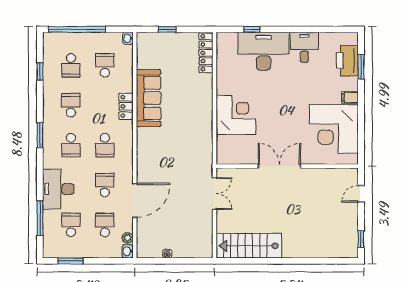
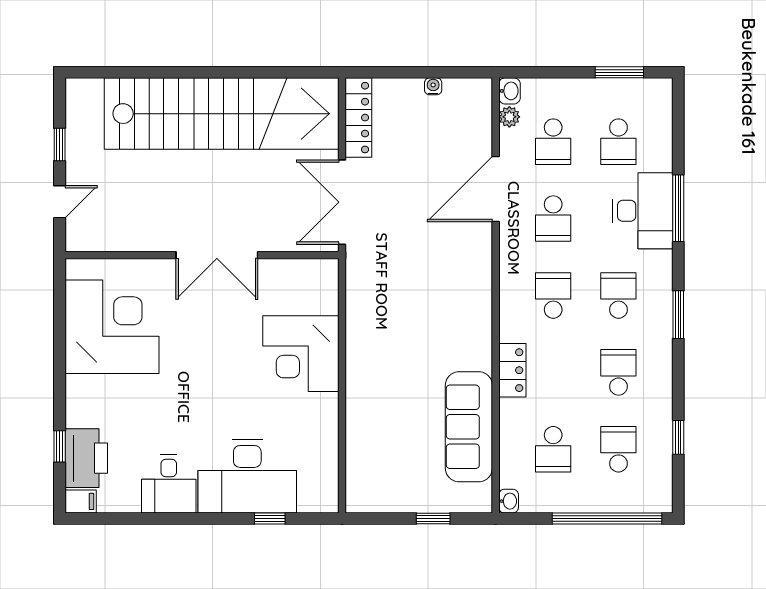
locker: (206, 53) -> (358, 118), moved
window: (361, 67) -> (60, 446), width x0.67
filing cabinet: (350, 97) -> (81, 501), moved
sofa: (149, 98) -> (469, 427), moved
school desk: (71, 105) -> (618, 372), turned 180
double door: (214, 194) -> (342, 202), width x1.37
window: (40, 218) -> (678, 208), moved
window: (361, 239) -> (60, 144), moved
stairs: (249, 246) -> (222, 114), width x1.86, depth x1.51

